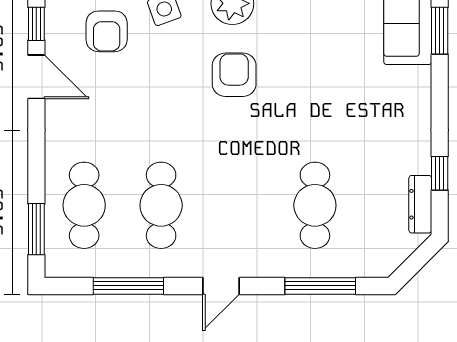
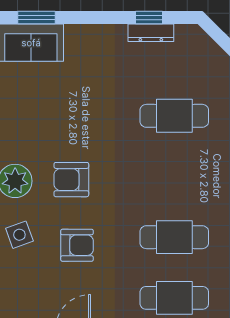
armchair: (107, 31) -> (77, 245), moved
dresser: (420, 204) -> (151, 33), moved

